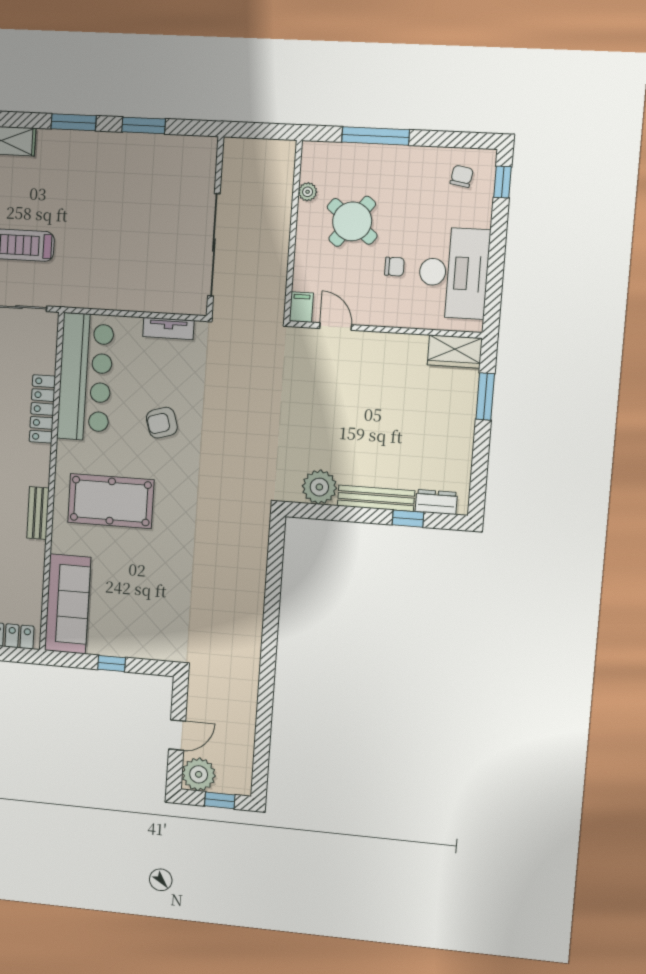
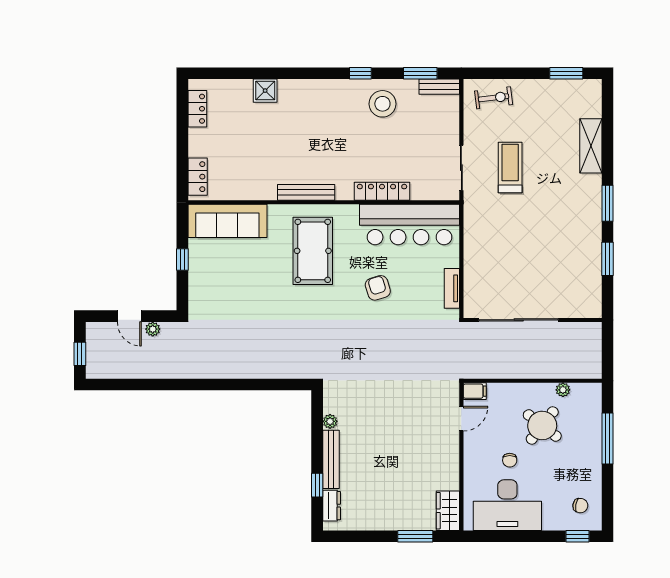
plant: (319, 487) -> (330, 421), width x0.53, depth x0.53
bench: (38, 513) -> (306, 192), width x1.36
plant: (199, 774) -> (153, 329), moved, width x0.53, depth x0.53

